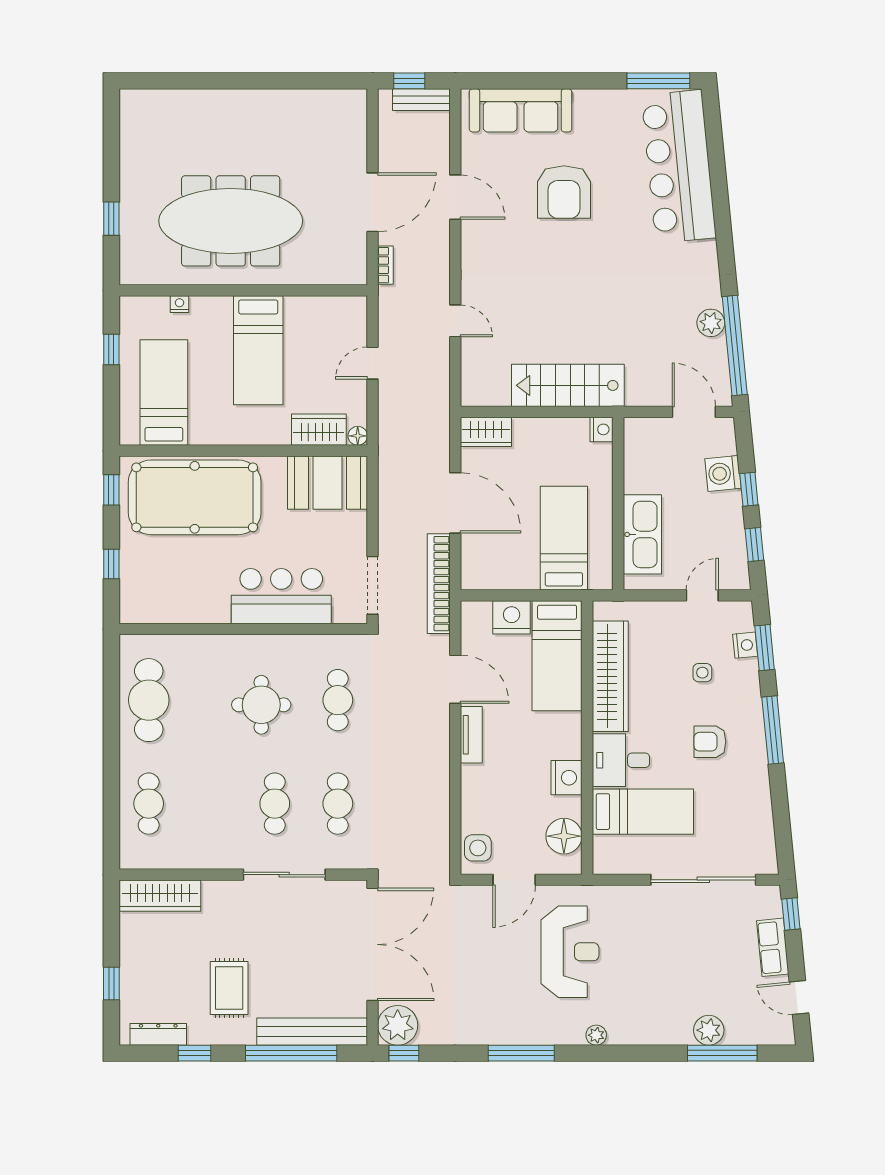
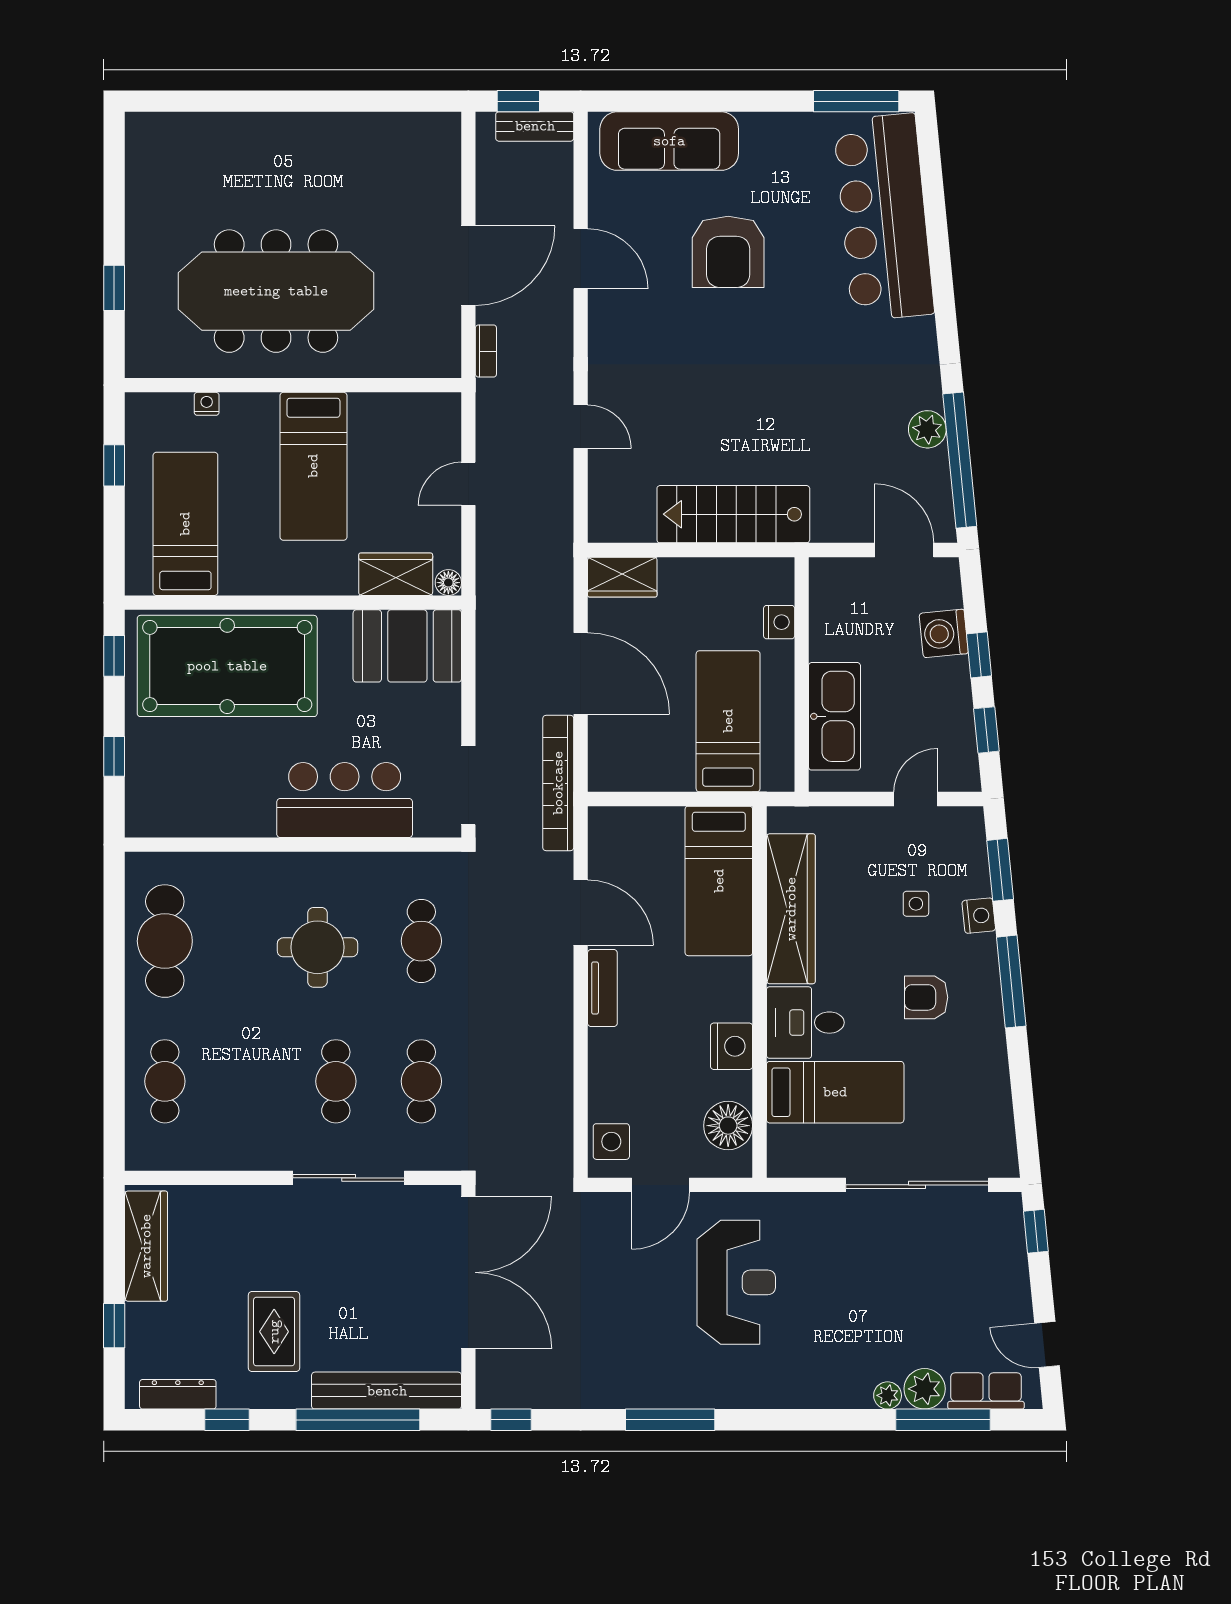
nightstand: (602, 429) -> (779, 622), moved
nightstand: (512, 617) -> (657, 829), removed
nightstand: (745, 645) -> (979, 916), moved
wardrobe: (160, 896) -> (146, 1246), moved, turned -90
row of seats: (773, 947) -> (986, 1391), moved, turned 96
plant: (398, 1025) -> (503, 1382), removed
plant: (596, 1035) -> (888, 1395), moved

